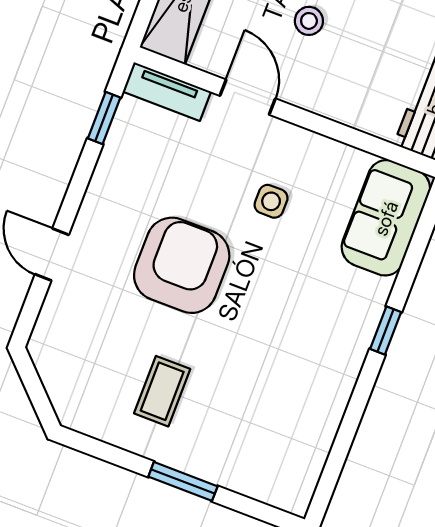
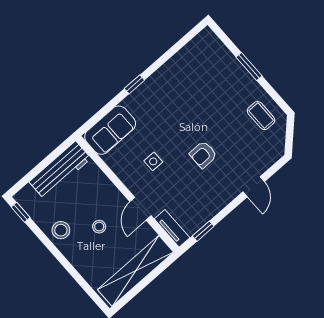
armchair: (182, 265) -> (203, 155), width x0.53, depth x0.53
coffee table: (162, 391) -> (261, 116), moved, turned 90

